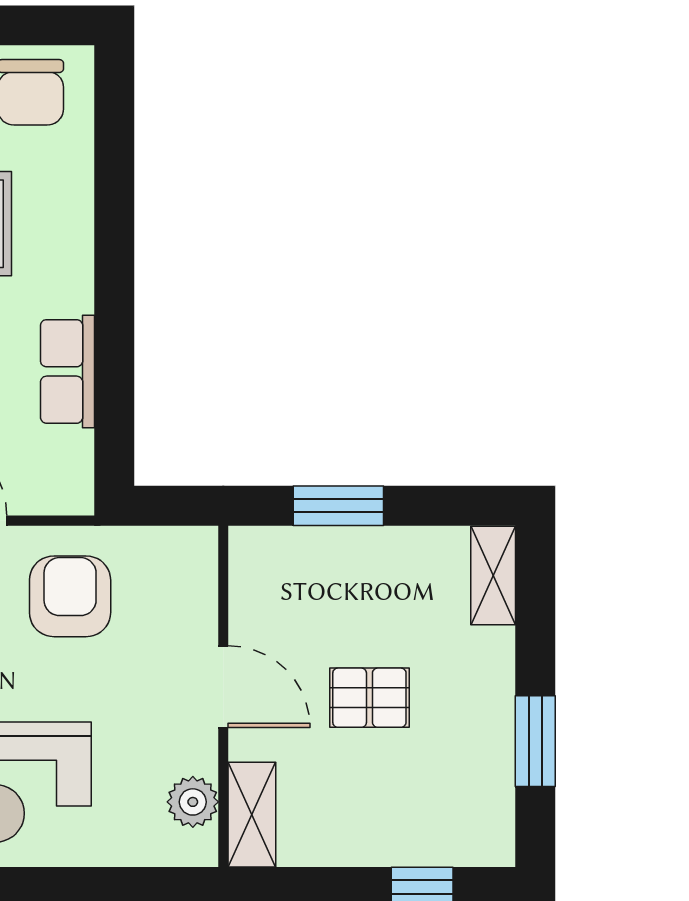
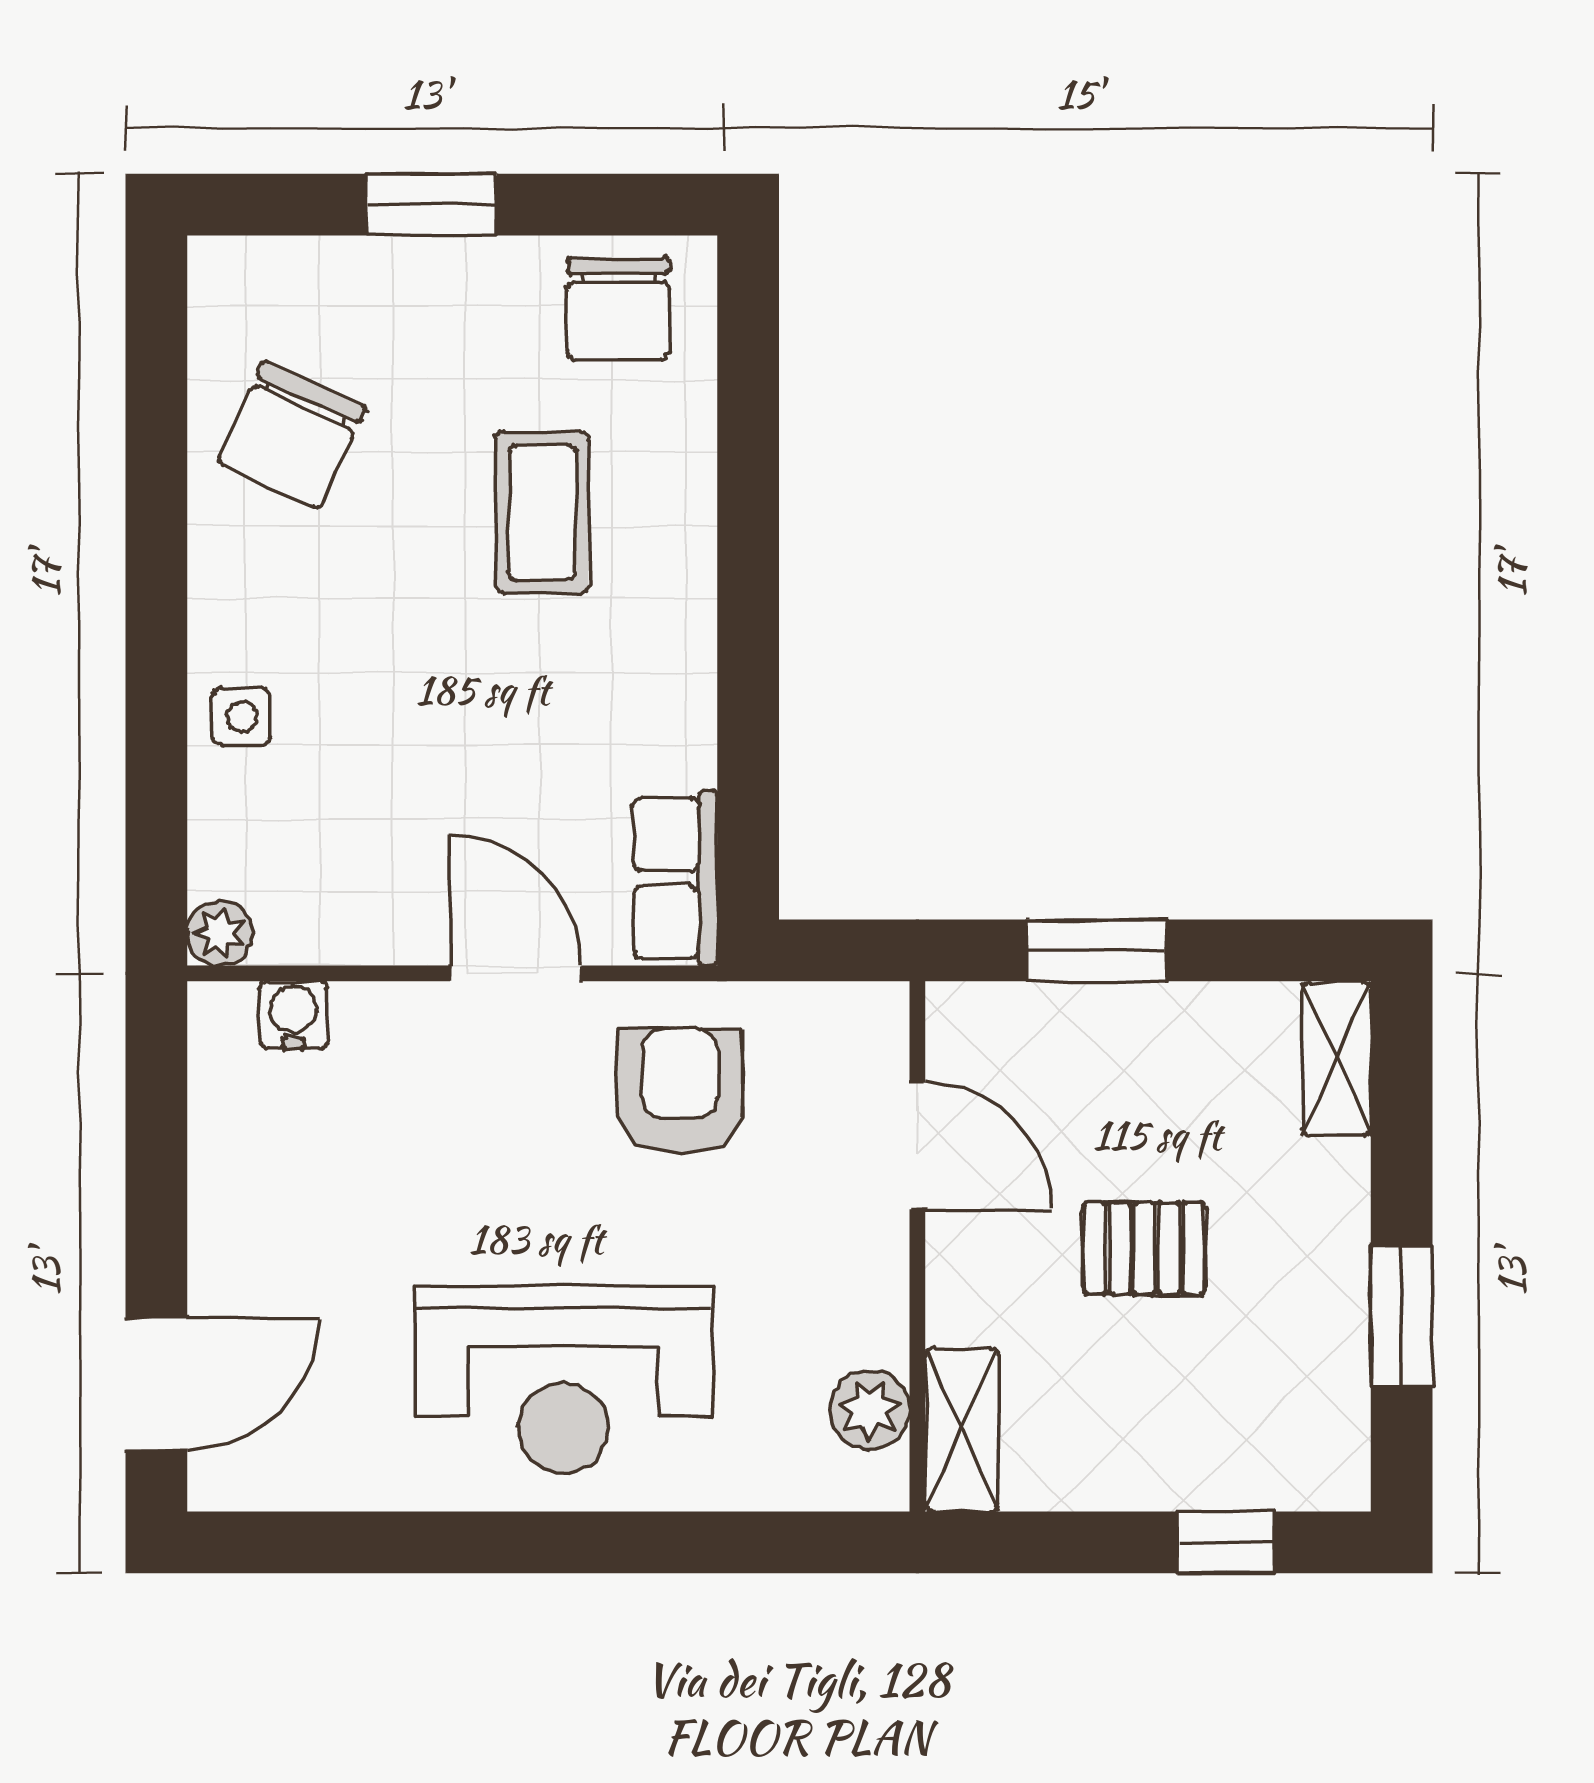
row of seats: (68, 371) -> (676, 878), moved
door: (223, 687) -> (917, 1146), moved

